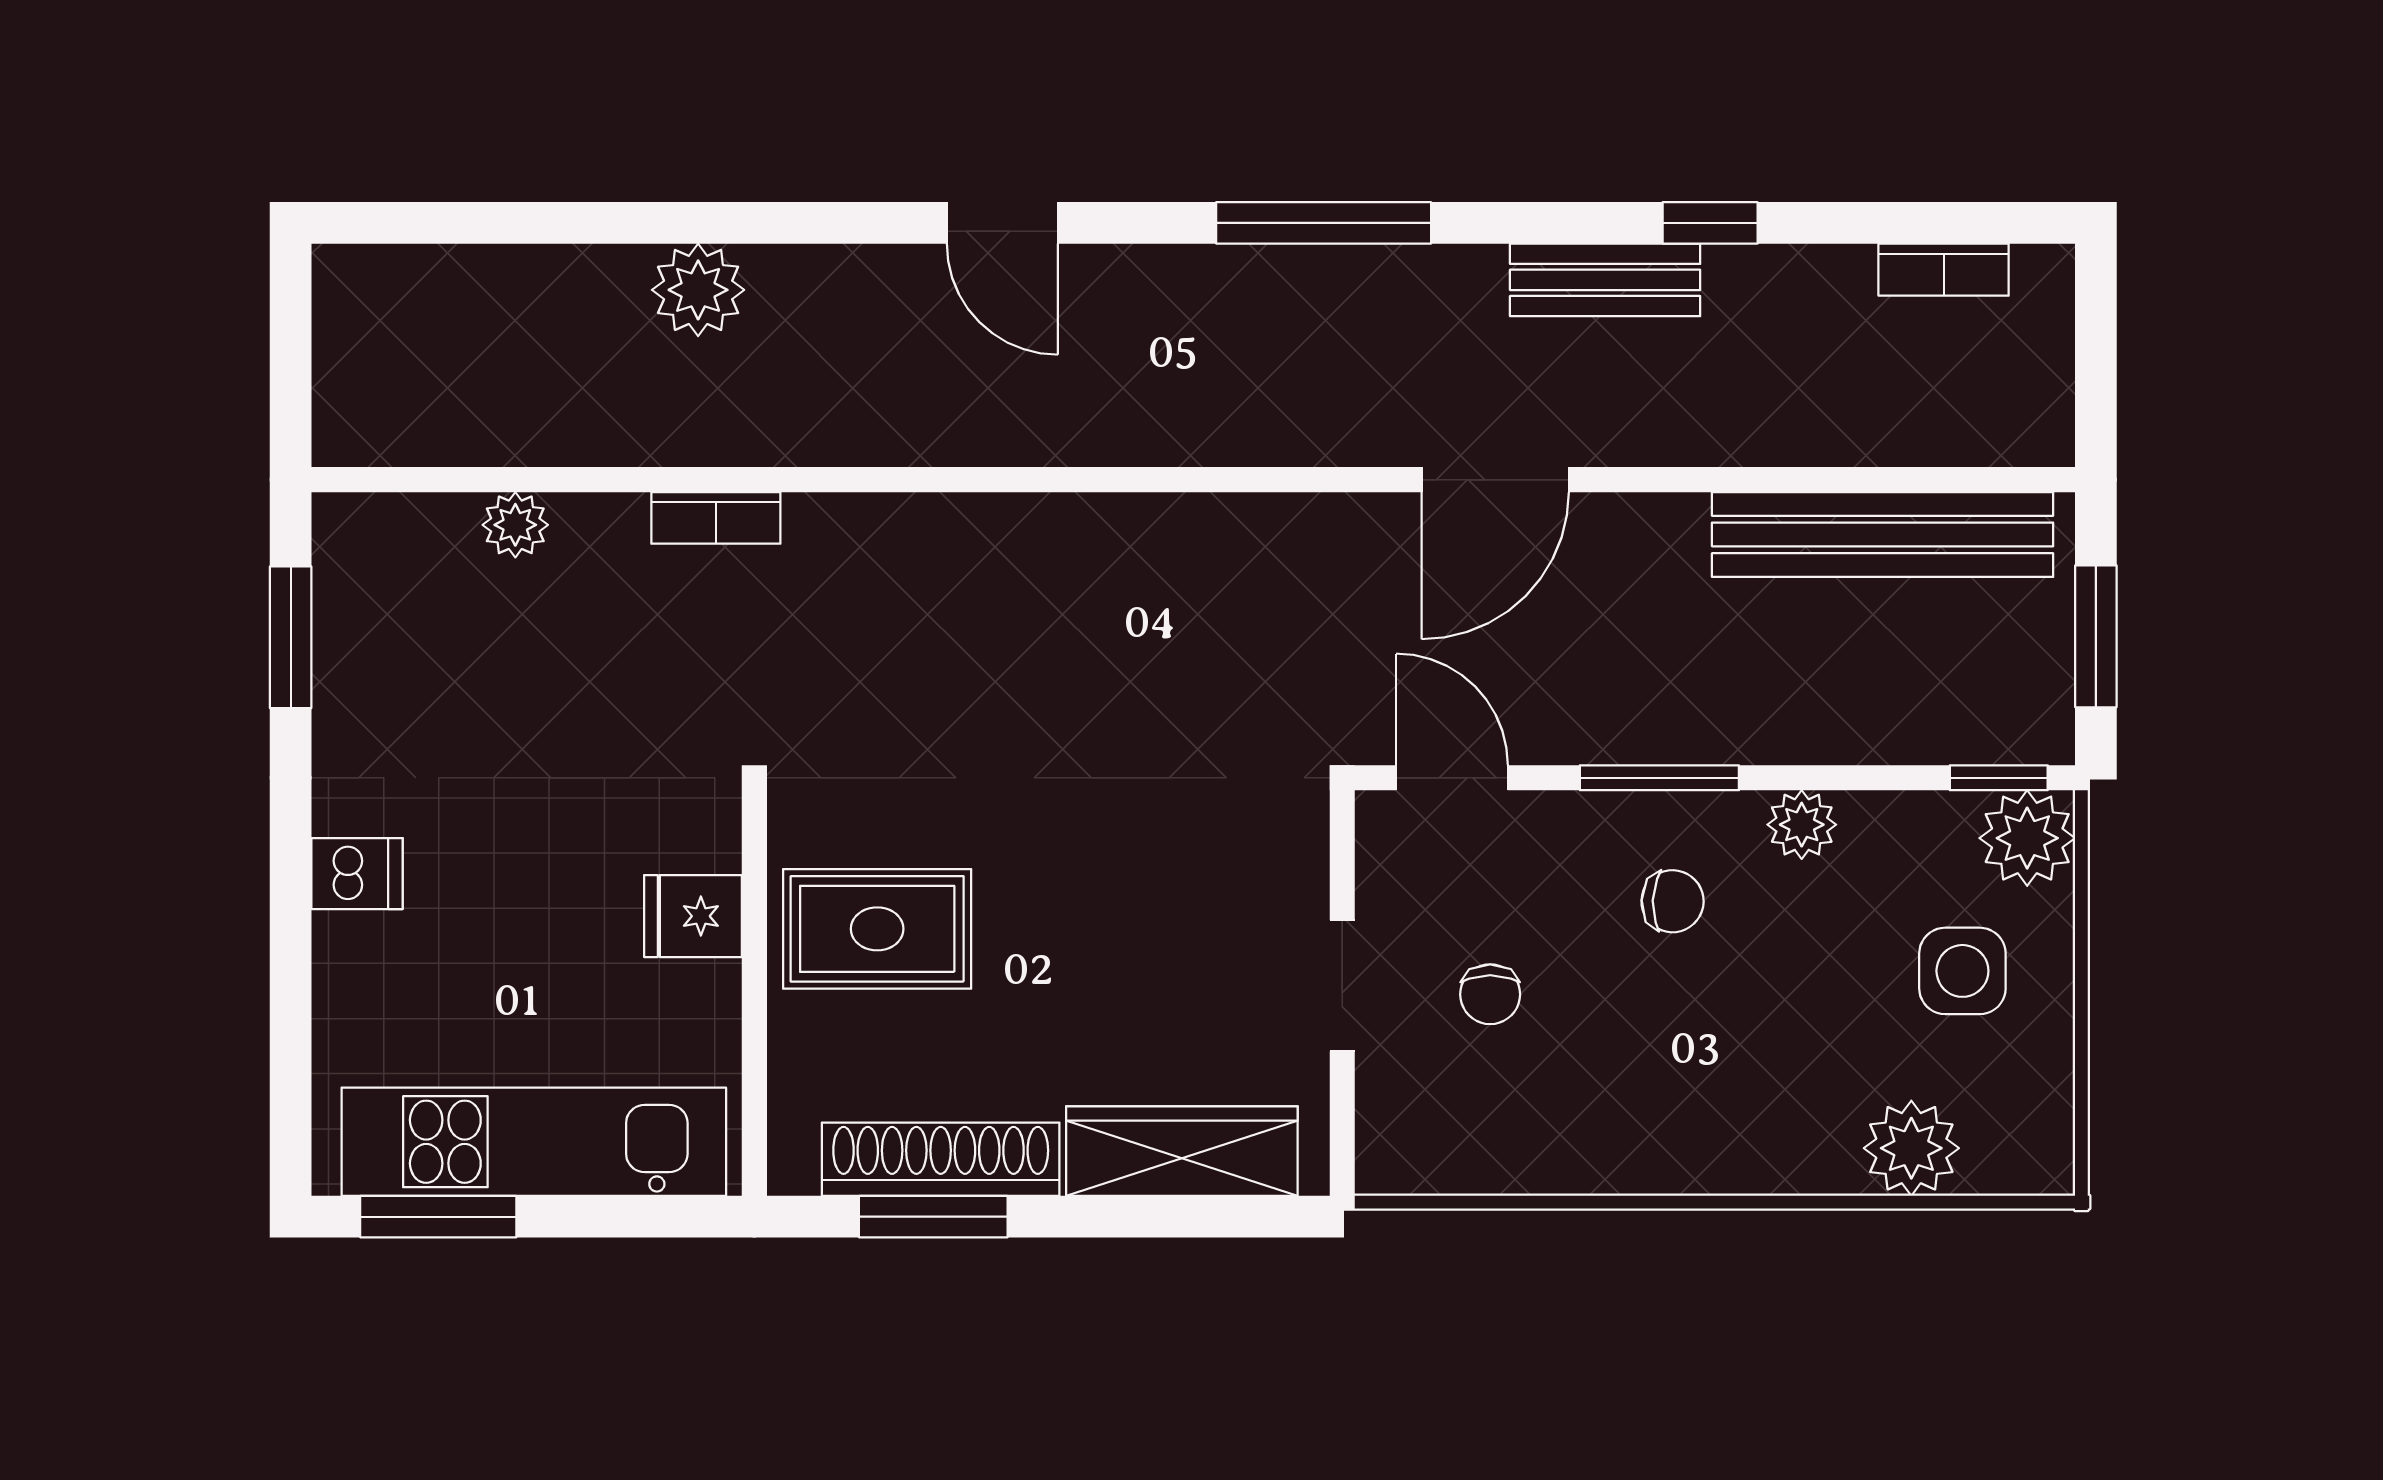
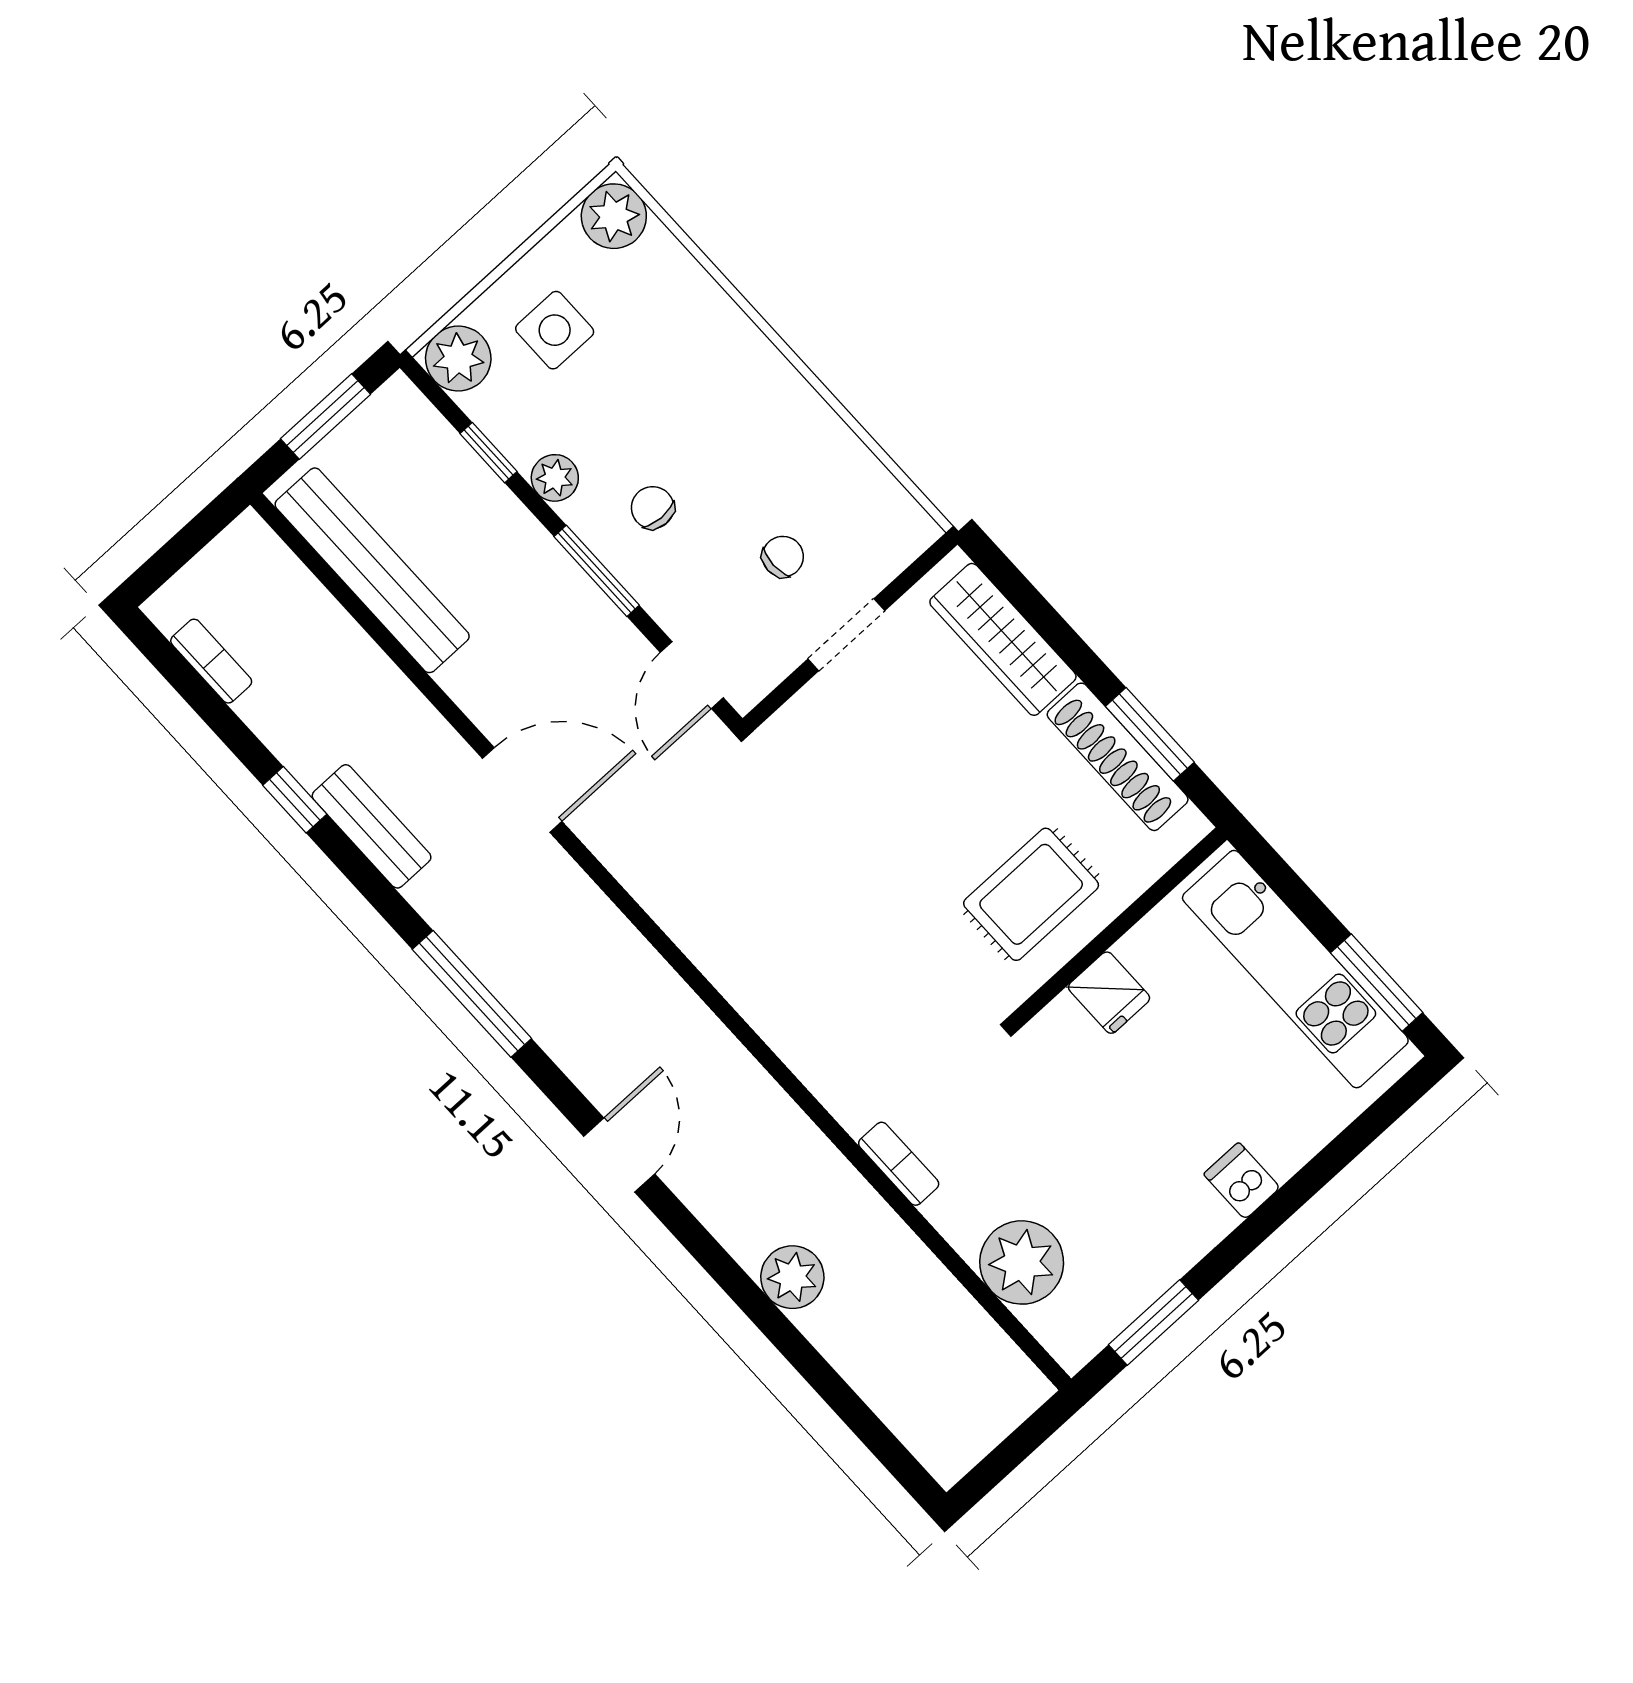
plant: (515, 525) -> (1022, 1262), width x1.87, depth x1.87
window: (1999, 778) -> (489, 453), moved
rug: (877, 929) -> (1031, 894), turned 90
plant: (1911, 1148) -> (614, 216), moved

